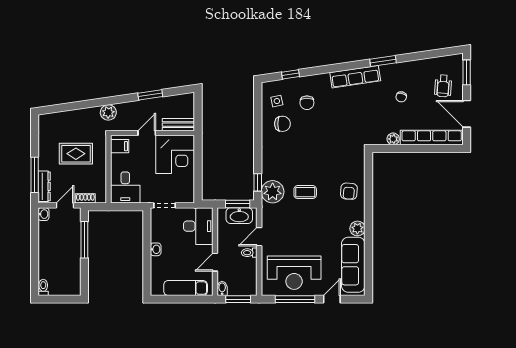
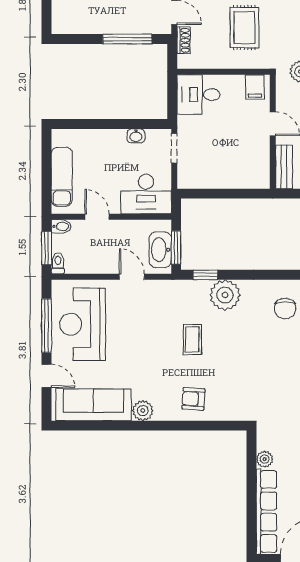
corner desk: (175, 154) -> (244, 163), removed
plant: (273, 192) -> (225, 295), moved
washbasin: (156, 249) -> (136, 136), moved
toilet: (249, 253) -> (58, 263), moved

